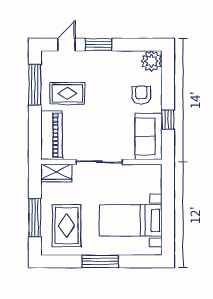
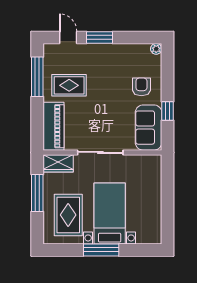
door: (66, 45) -> (68, 37), hinge flipped
plant: (151, 61) -> (156, 49), width x0.53, depth x0.53
window: (35, 218) -> (37, 193), moved
bed with nightstands: (131, 220) -> (110, 213), moved, turned 90

